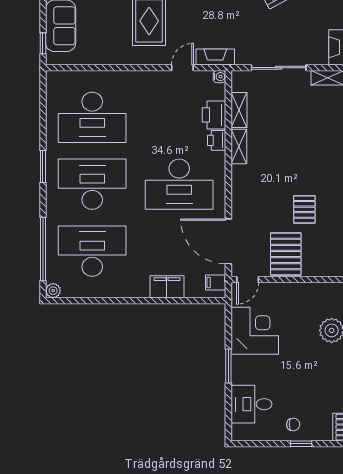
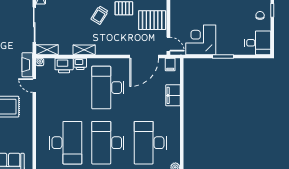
shelving: (239, 110) -> (47, 50), moved
trolley: (294, 171) -> (100, 15), added
desk: (179, 184) -> (108, 88), turned 180
desk: (251, 404) -> (258, 43), moved, turned -90

